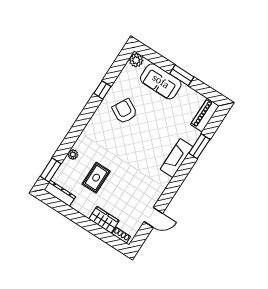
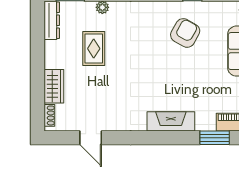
window: (199, 146) -> (215, 138), moved
rug: (96, 178) -> (94, 49), turned 90

